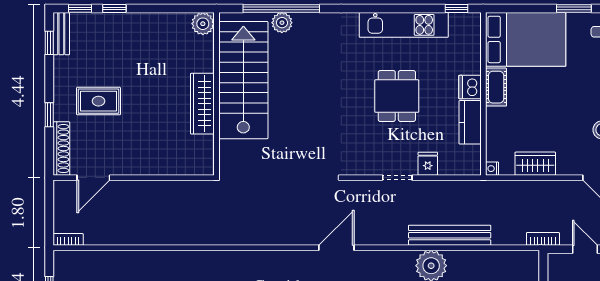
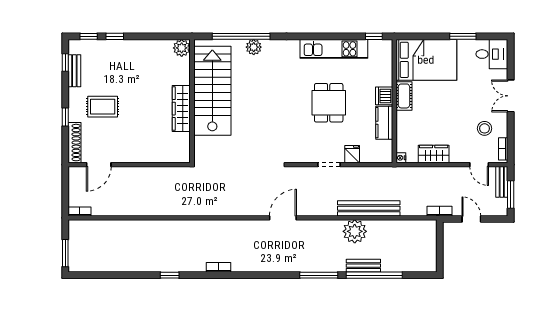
plant: (282, 23) -> (254, 47), moved
bench: (61, 34) -> (74, 71), moved

